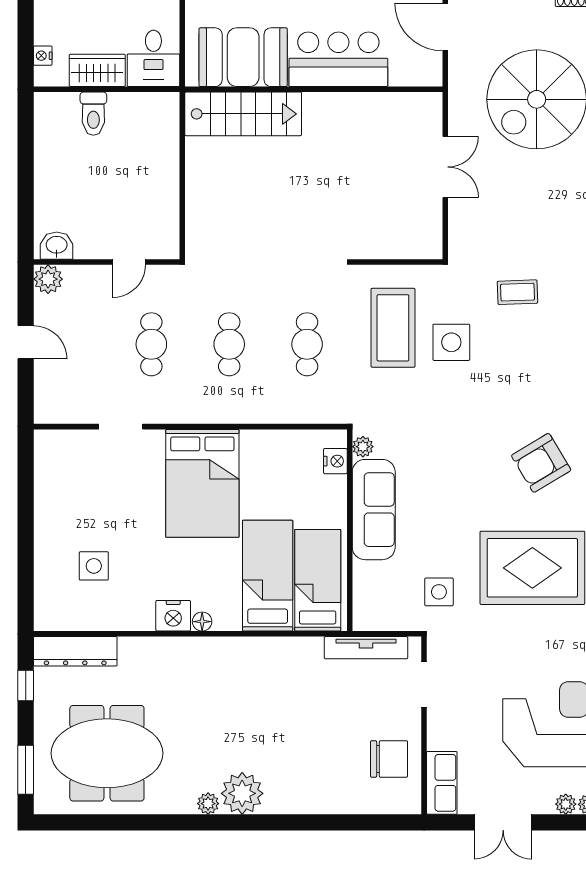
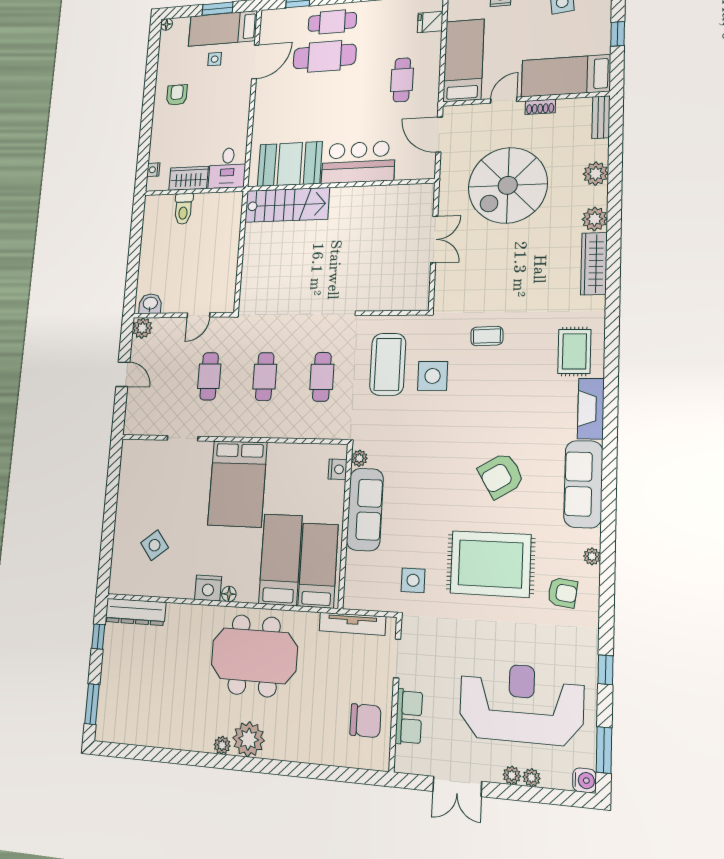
side table: (94, 566) -> (155, 545), turned -38
meeting table: (107, 753) -> (254, 656), moved
row of seats: (442, 783) -> (409, 717), moved

